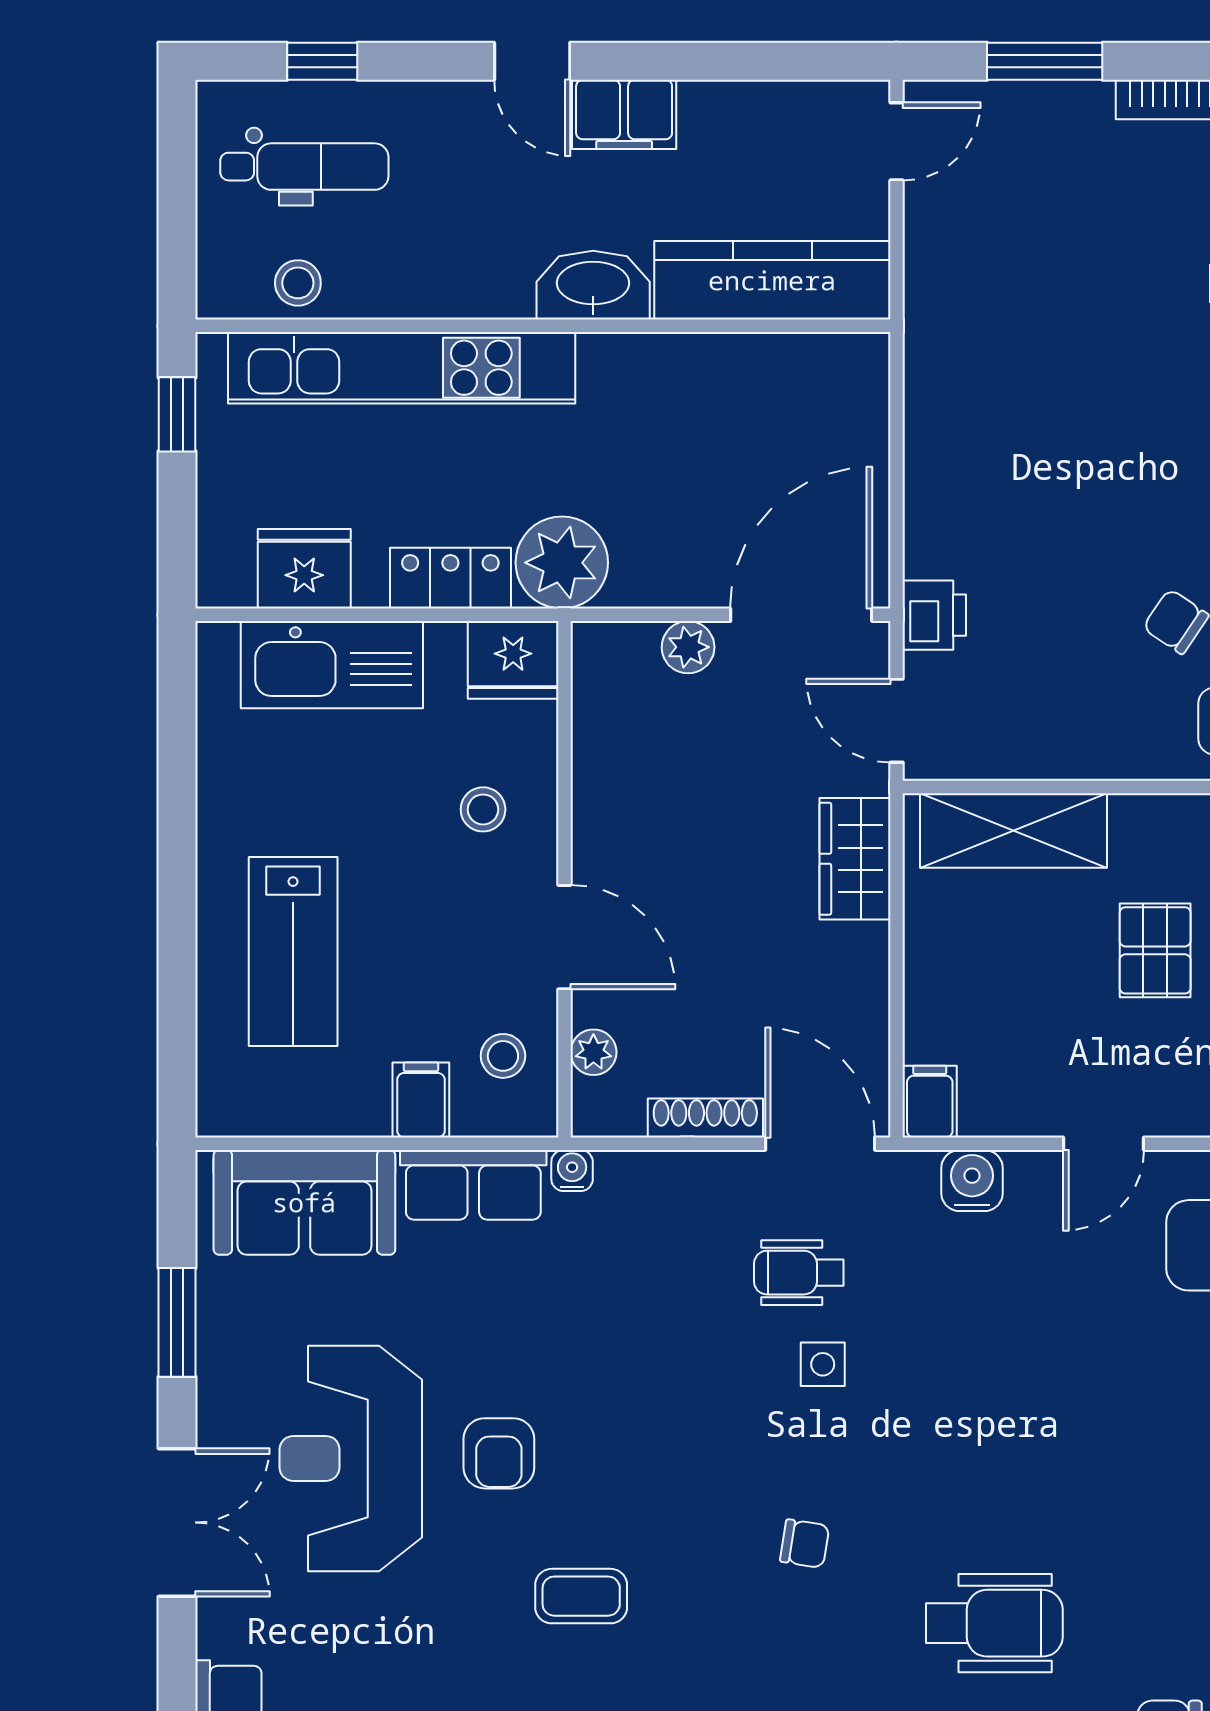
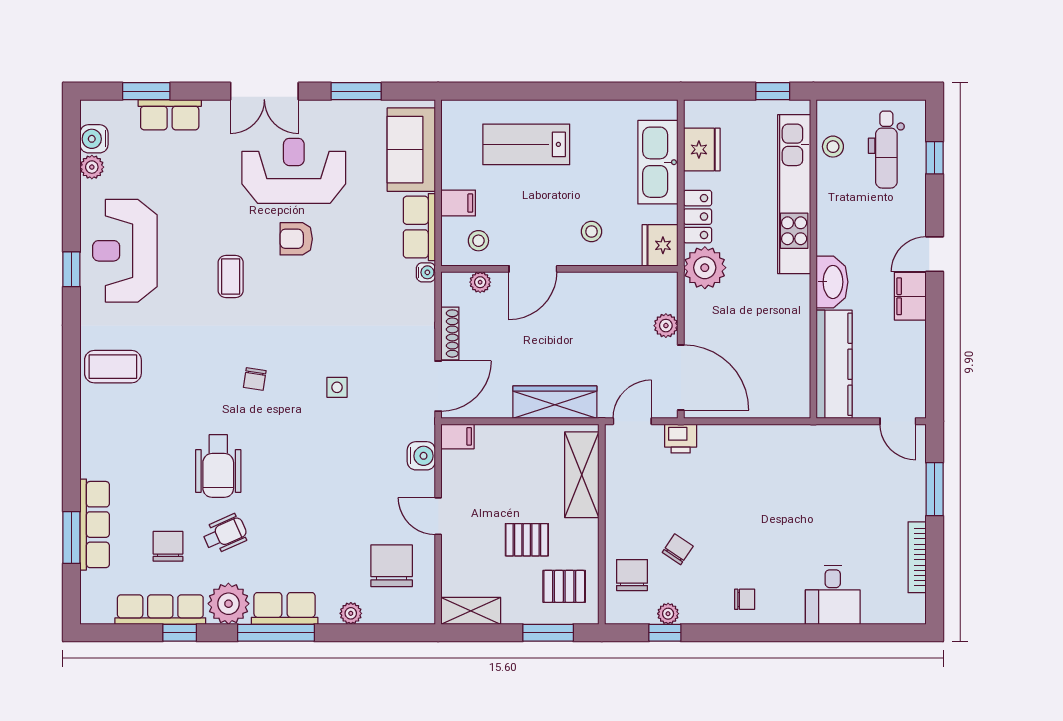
wardrobe: (855, 859) -> (555, 402), width x1.50
wheelchair: (799, 1273) -> (225, 534), moved, turned 66

